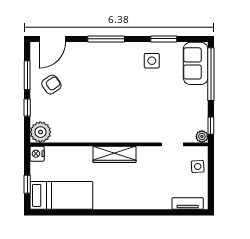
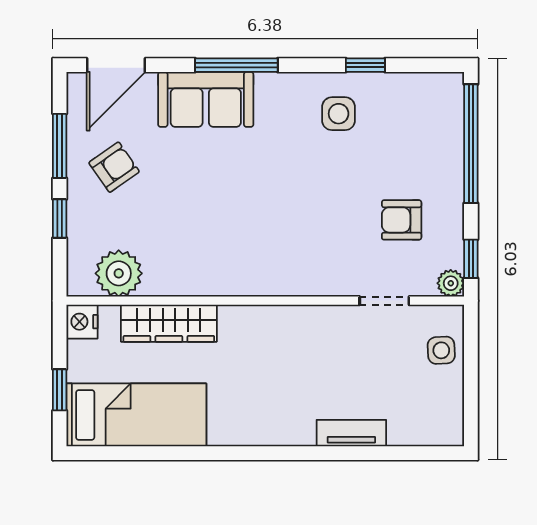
window: (164, 39) -> (365, 65), width x0.67
sofa: (196, 63) -> (206, 99), moved, turned -90
armchair: (180, 108) -> (402, 220), added
plant: (40, 132) -> (119, 273), moved
wardrobe: (114, 154) -> (169, 323), moved
tv unit: (188, 204) -> (351, 433), moved

